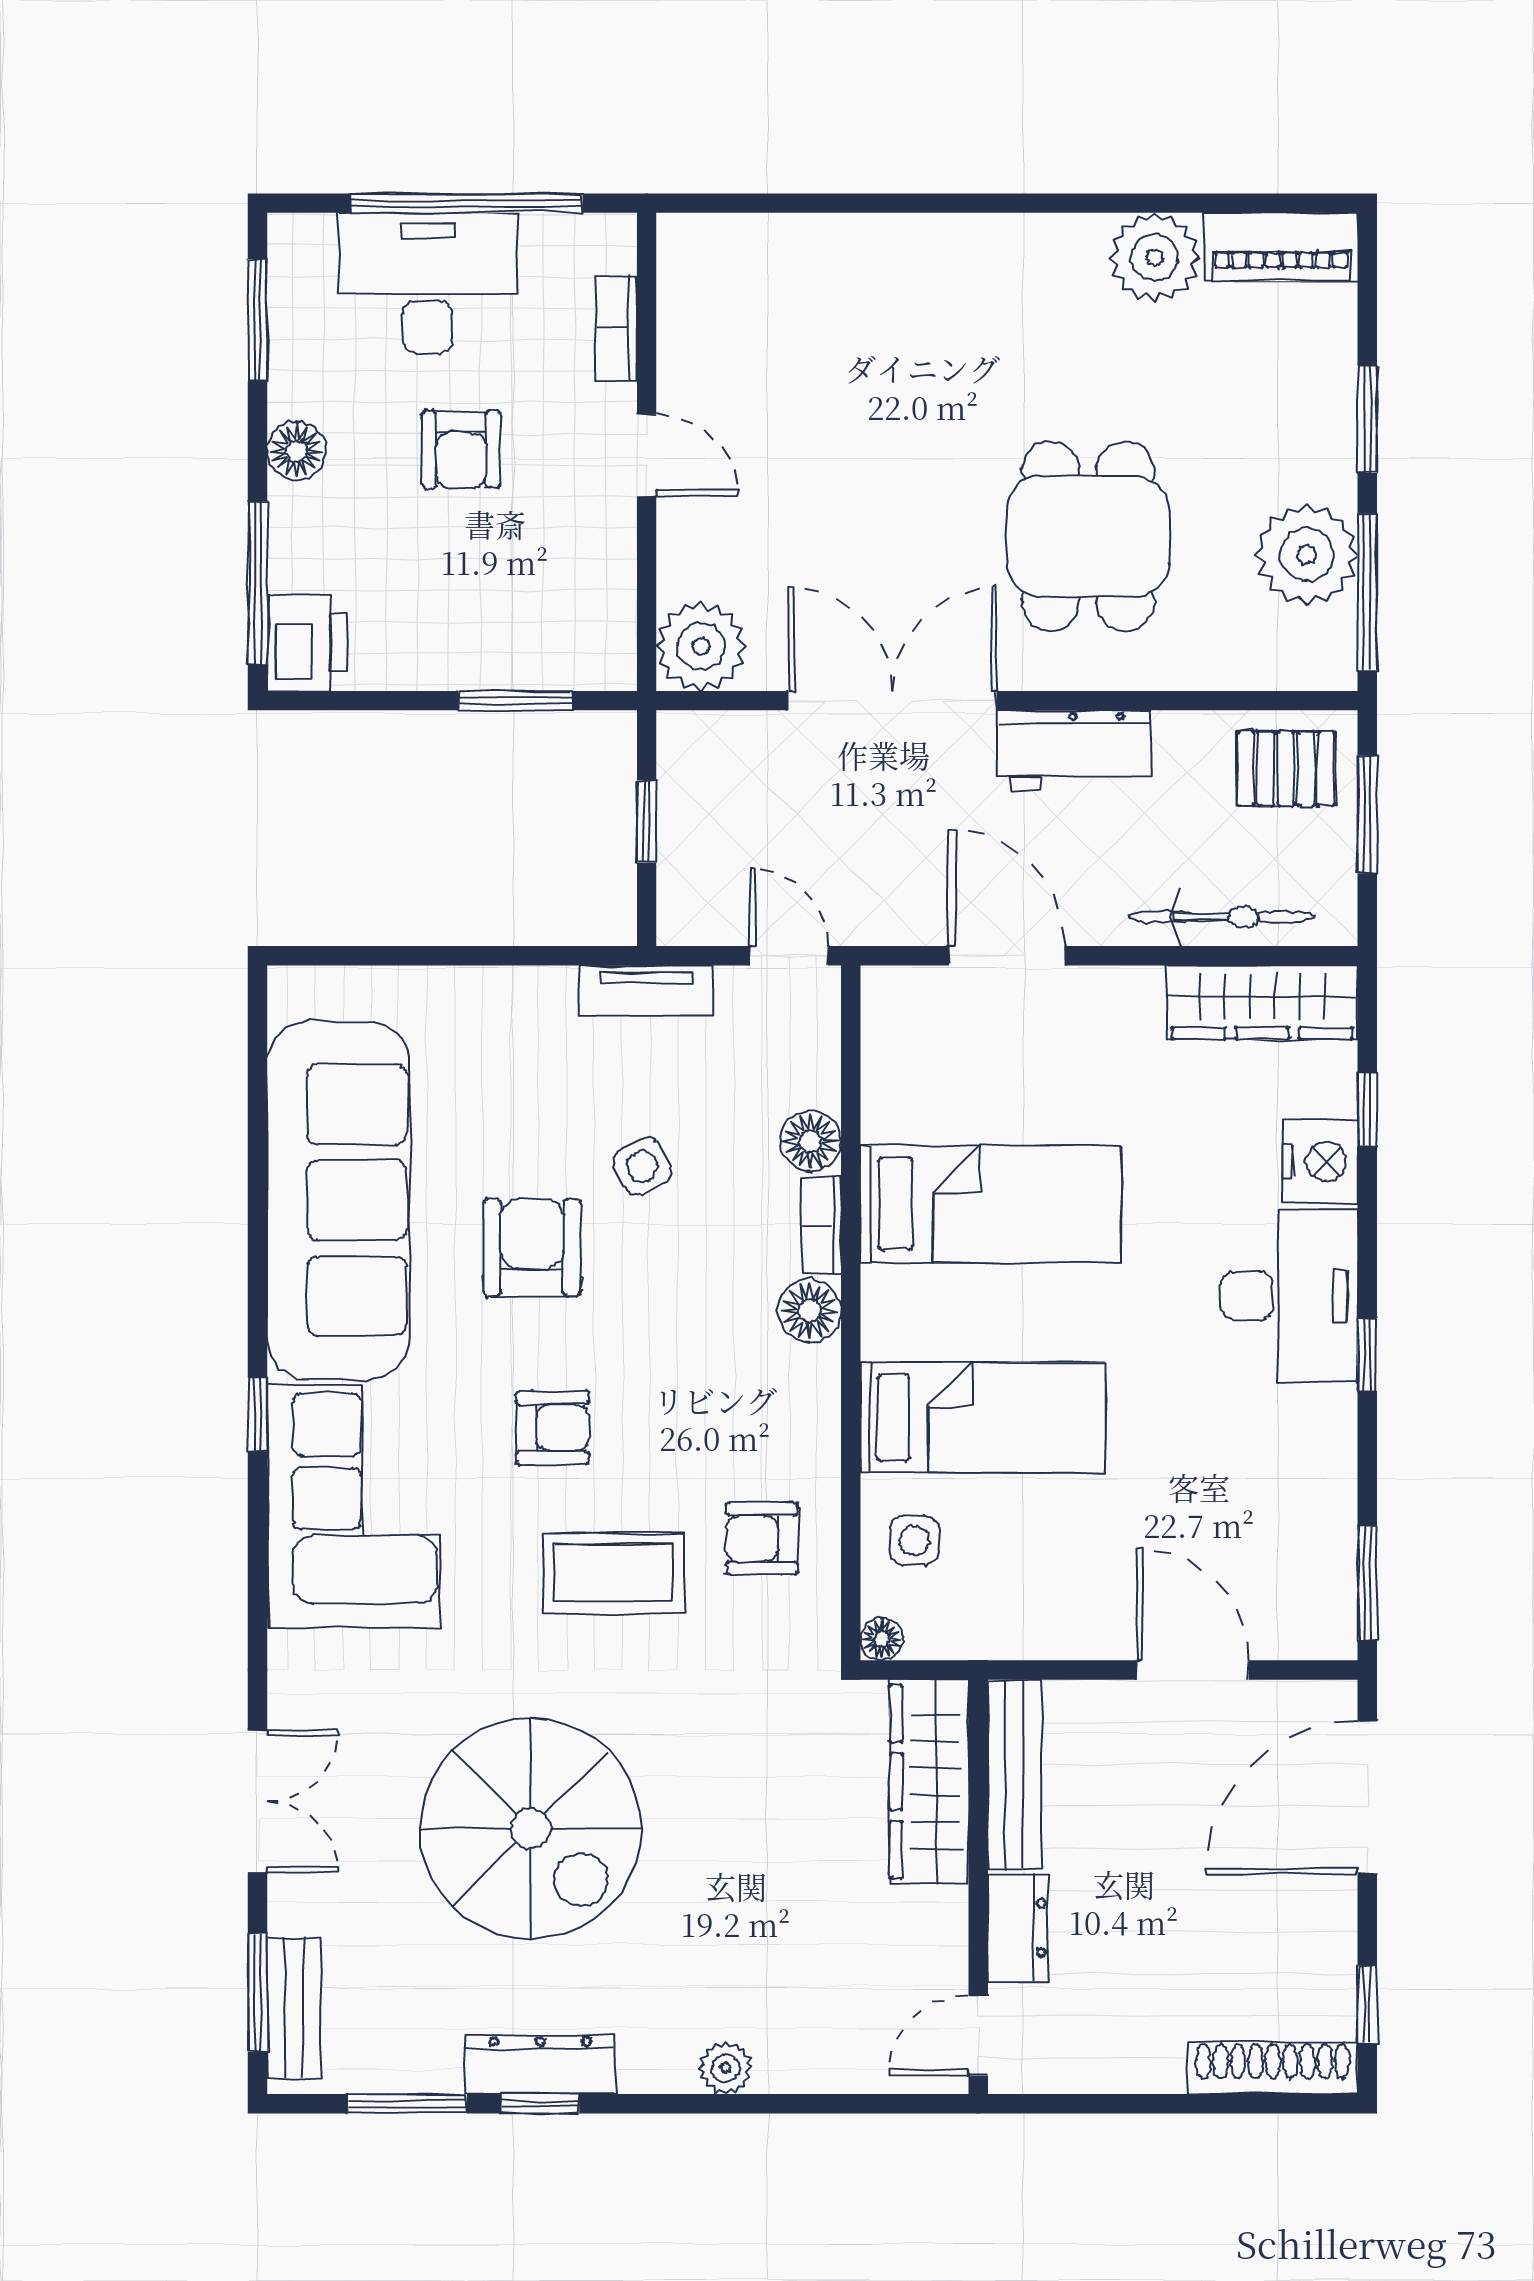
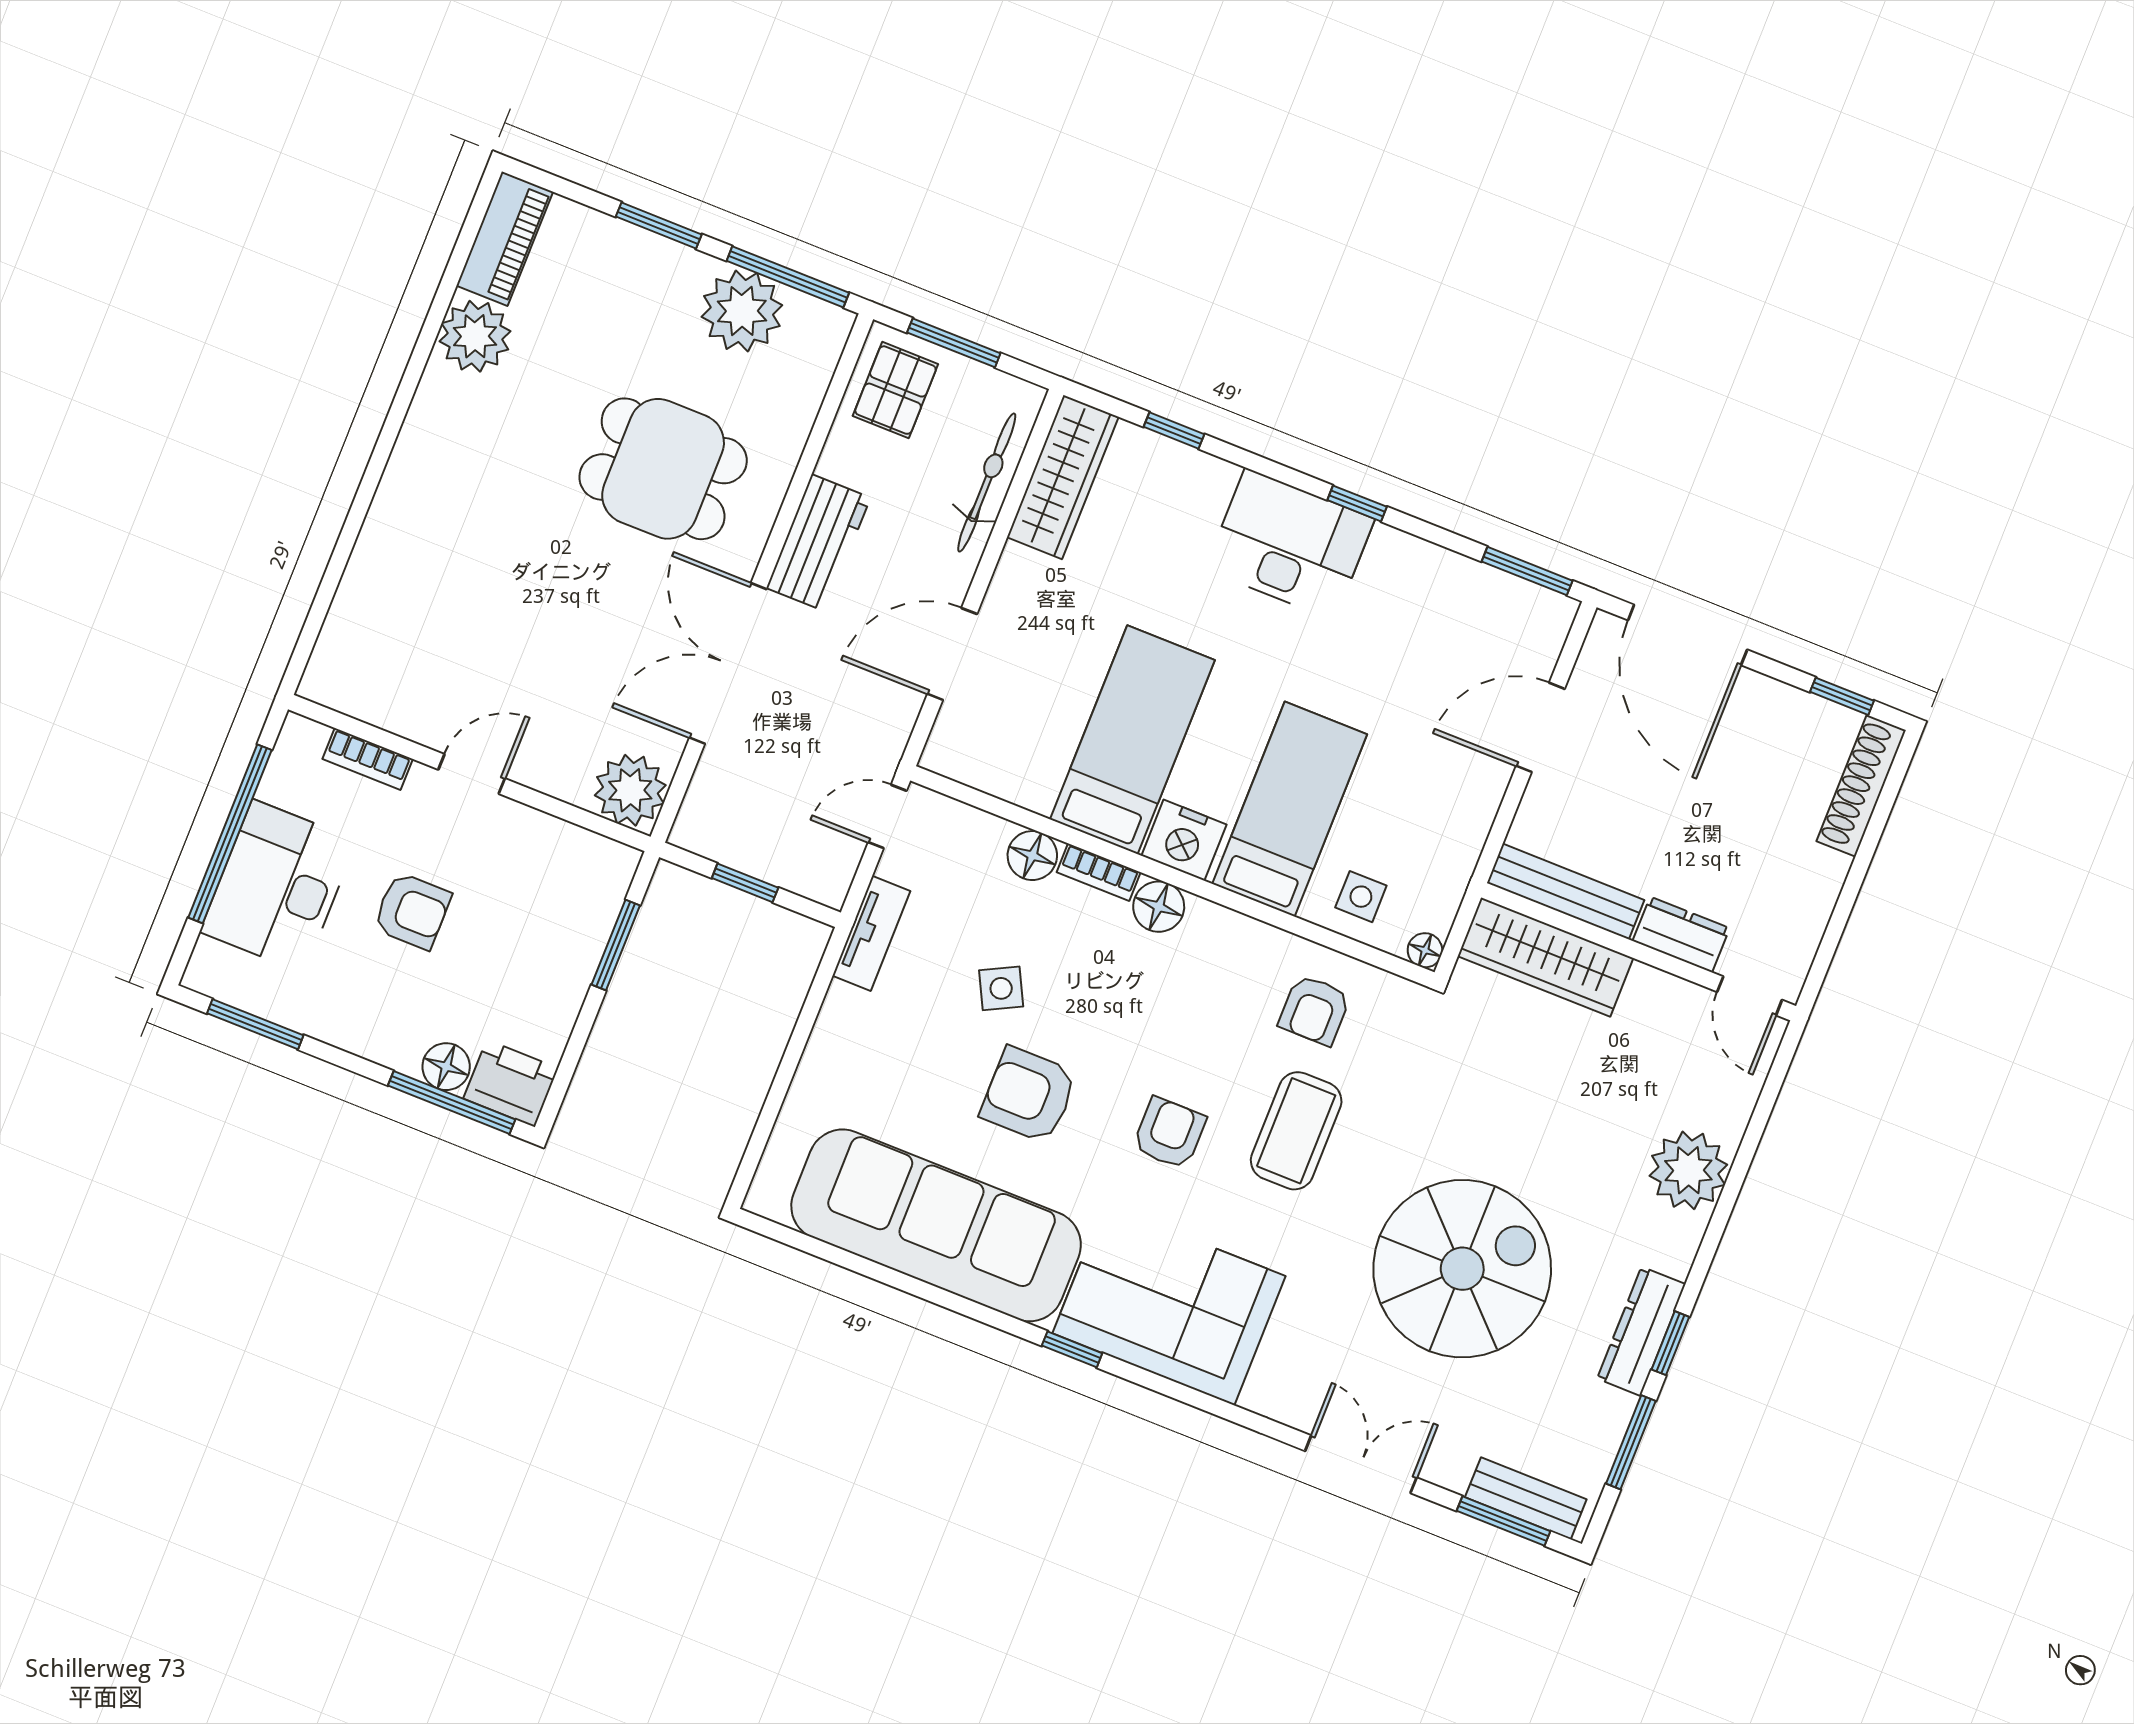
floor lamp: (296, 451) -> (446, 1067), moved
nightstand: (1320, 1161) -> (1184, 840), moved, turned 180
plant: (725, 2068) -> (1688, 1170), width x1.88, depth x1.88

